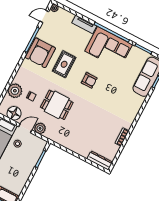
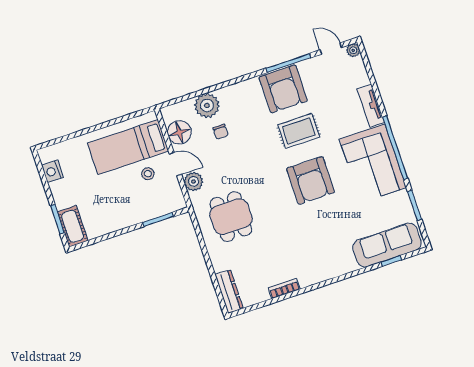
armchair: (40, 53) -> (283, 89), turned -90
armchair: (89, 80) -> (311, 180), width x1.88, depth x1.88
dining table: (57, 105) -> (231, 217), moved

